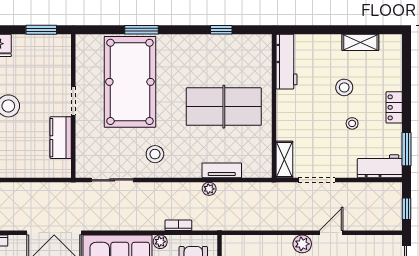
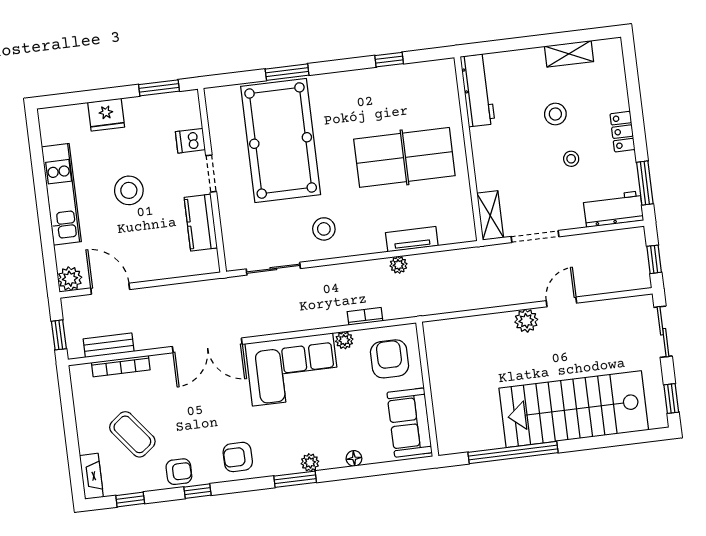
dishwasher: (60, 73) -> (190, 141), added

